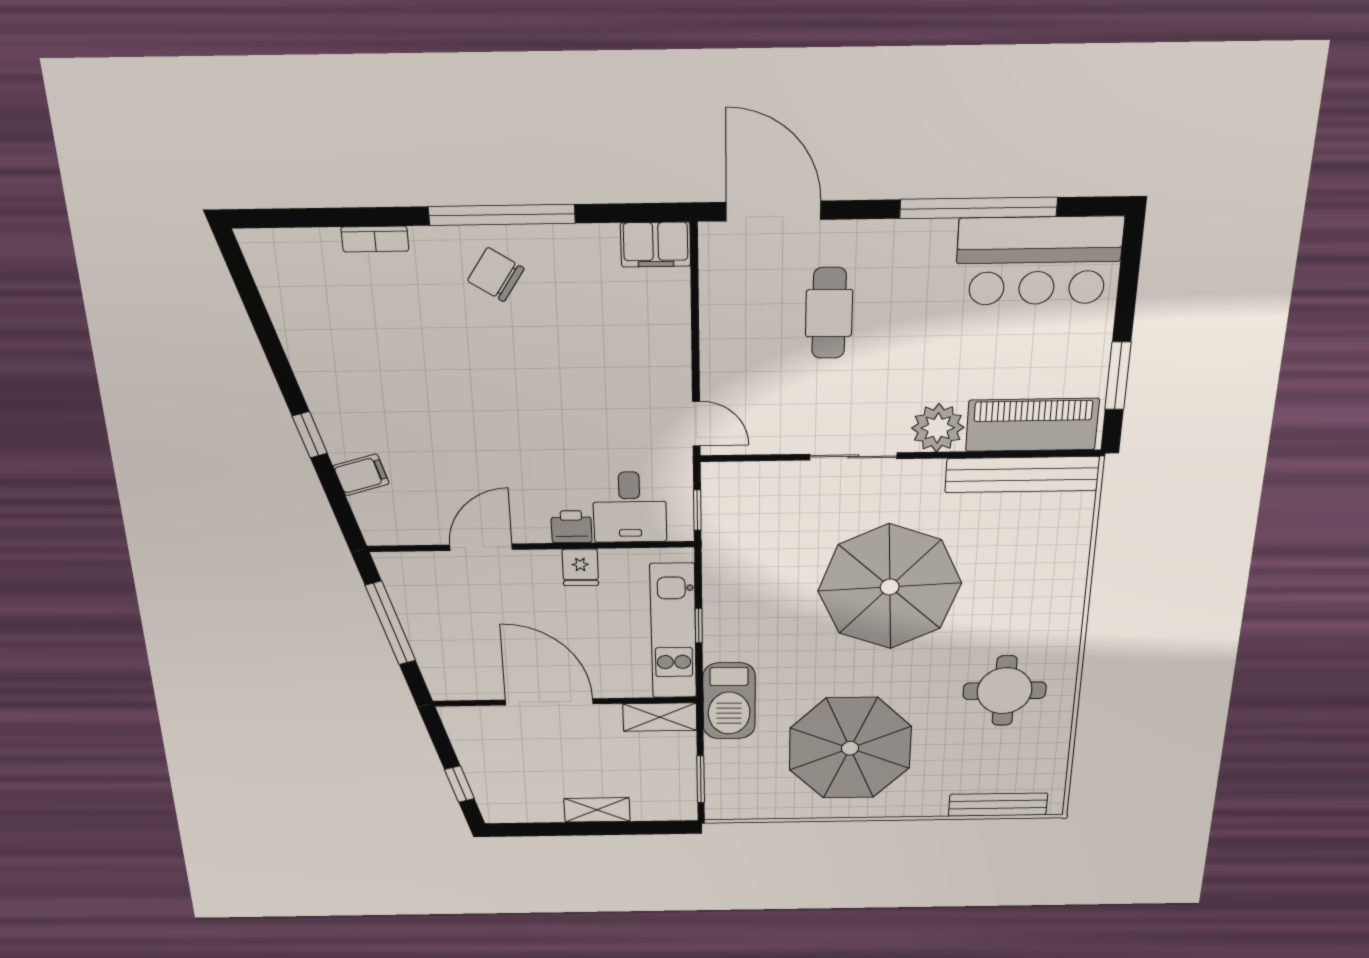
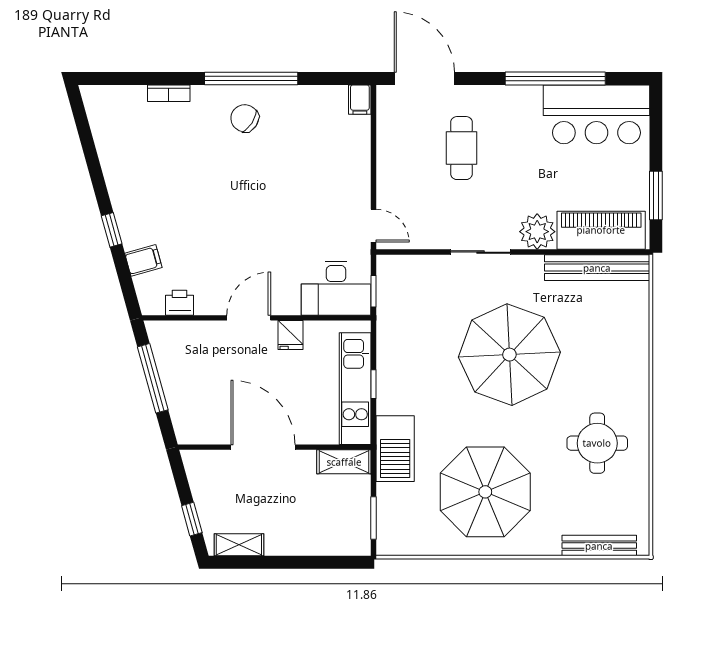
filing cabinet: (656, 245) -> (360, 100), width x0.50
desk: (630, 507) -> (336, 288), width x1.37
printer: (571, 527) -> (180, 303), moved
door: (481, 547) -> (249, 318), moved
shelving: (597, 810) -> (239, 545), moved

